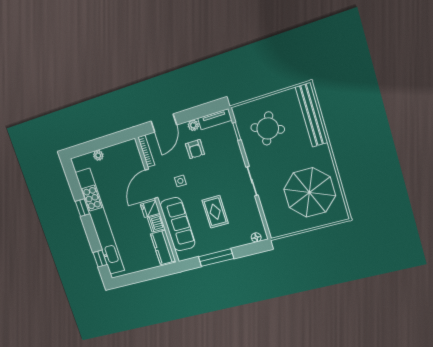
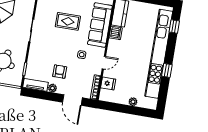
door: (164, 123) -> (72, 100), swing flipped
door: (152, 184) -> (104, 63), width x0.53
fridge: (150, 209) -> (108, 83), moved
rug: (215, 212) -> (68, 21), turned 90

